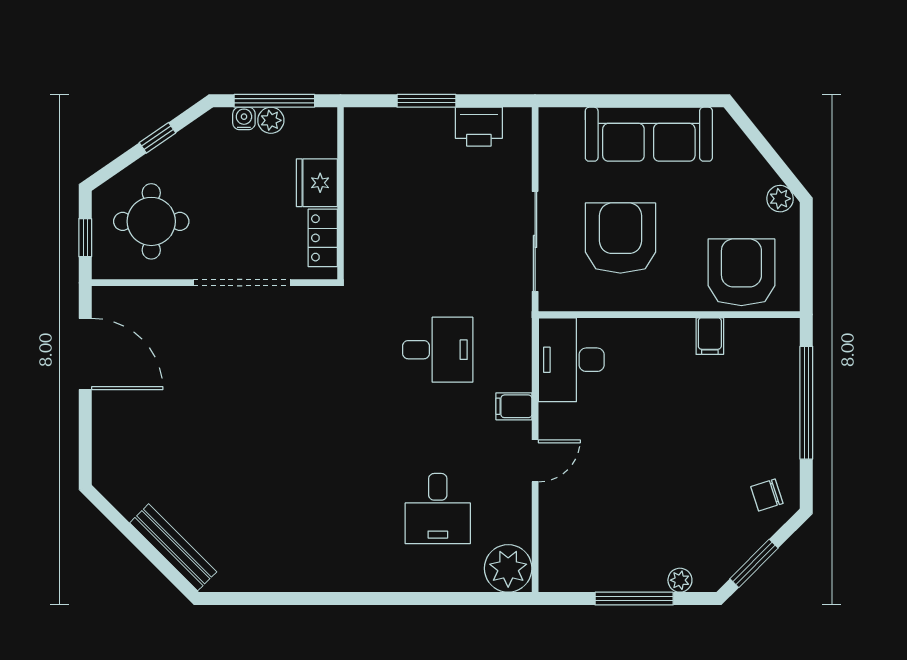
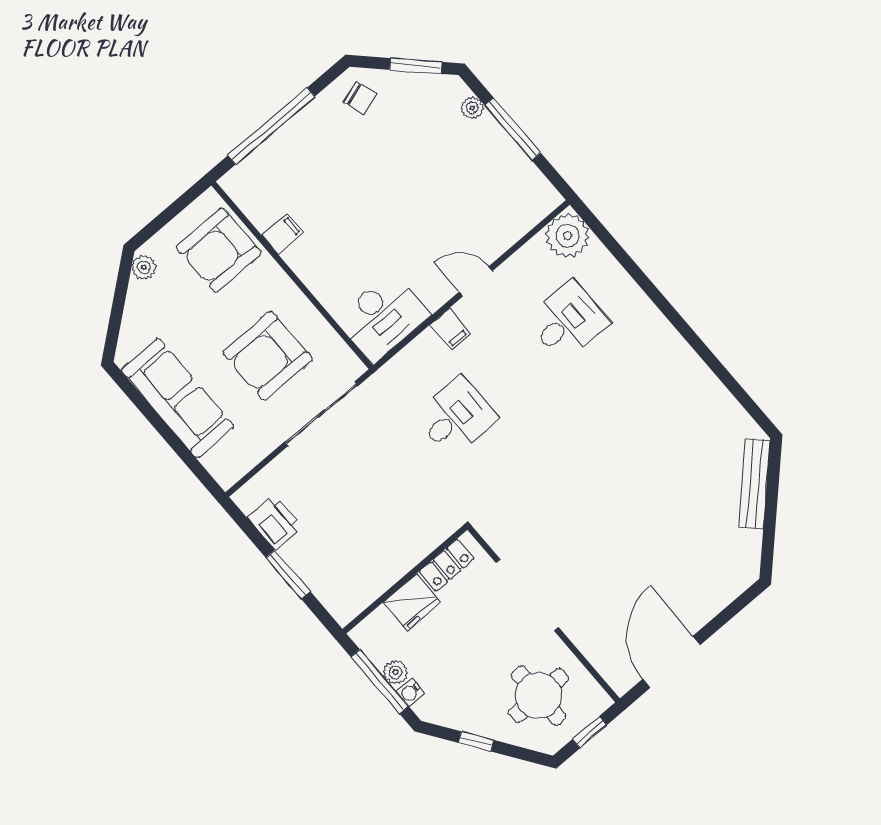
desk: (438, 350) -> (456, 417), turned 90

